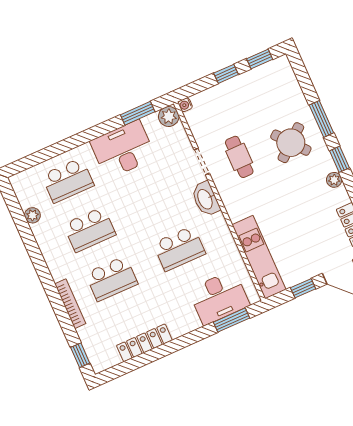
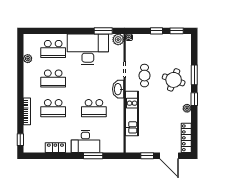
round table: (291, 143) -> (174, 80), turned -30
desk: (123, 149) -> (88, 49), width x1.36, depth x1.30
kitchen unit: (259, 257) -> (132, 113), moved
desk: (219, 297) -> (85, 142), moved
window: (232, 320) -> (93, 156), moved
locker: (144, 343) -> (55, 148), width x0.66

